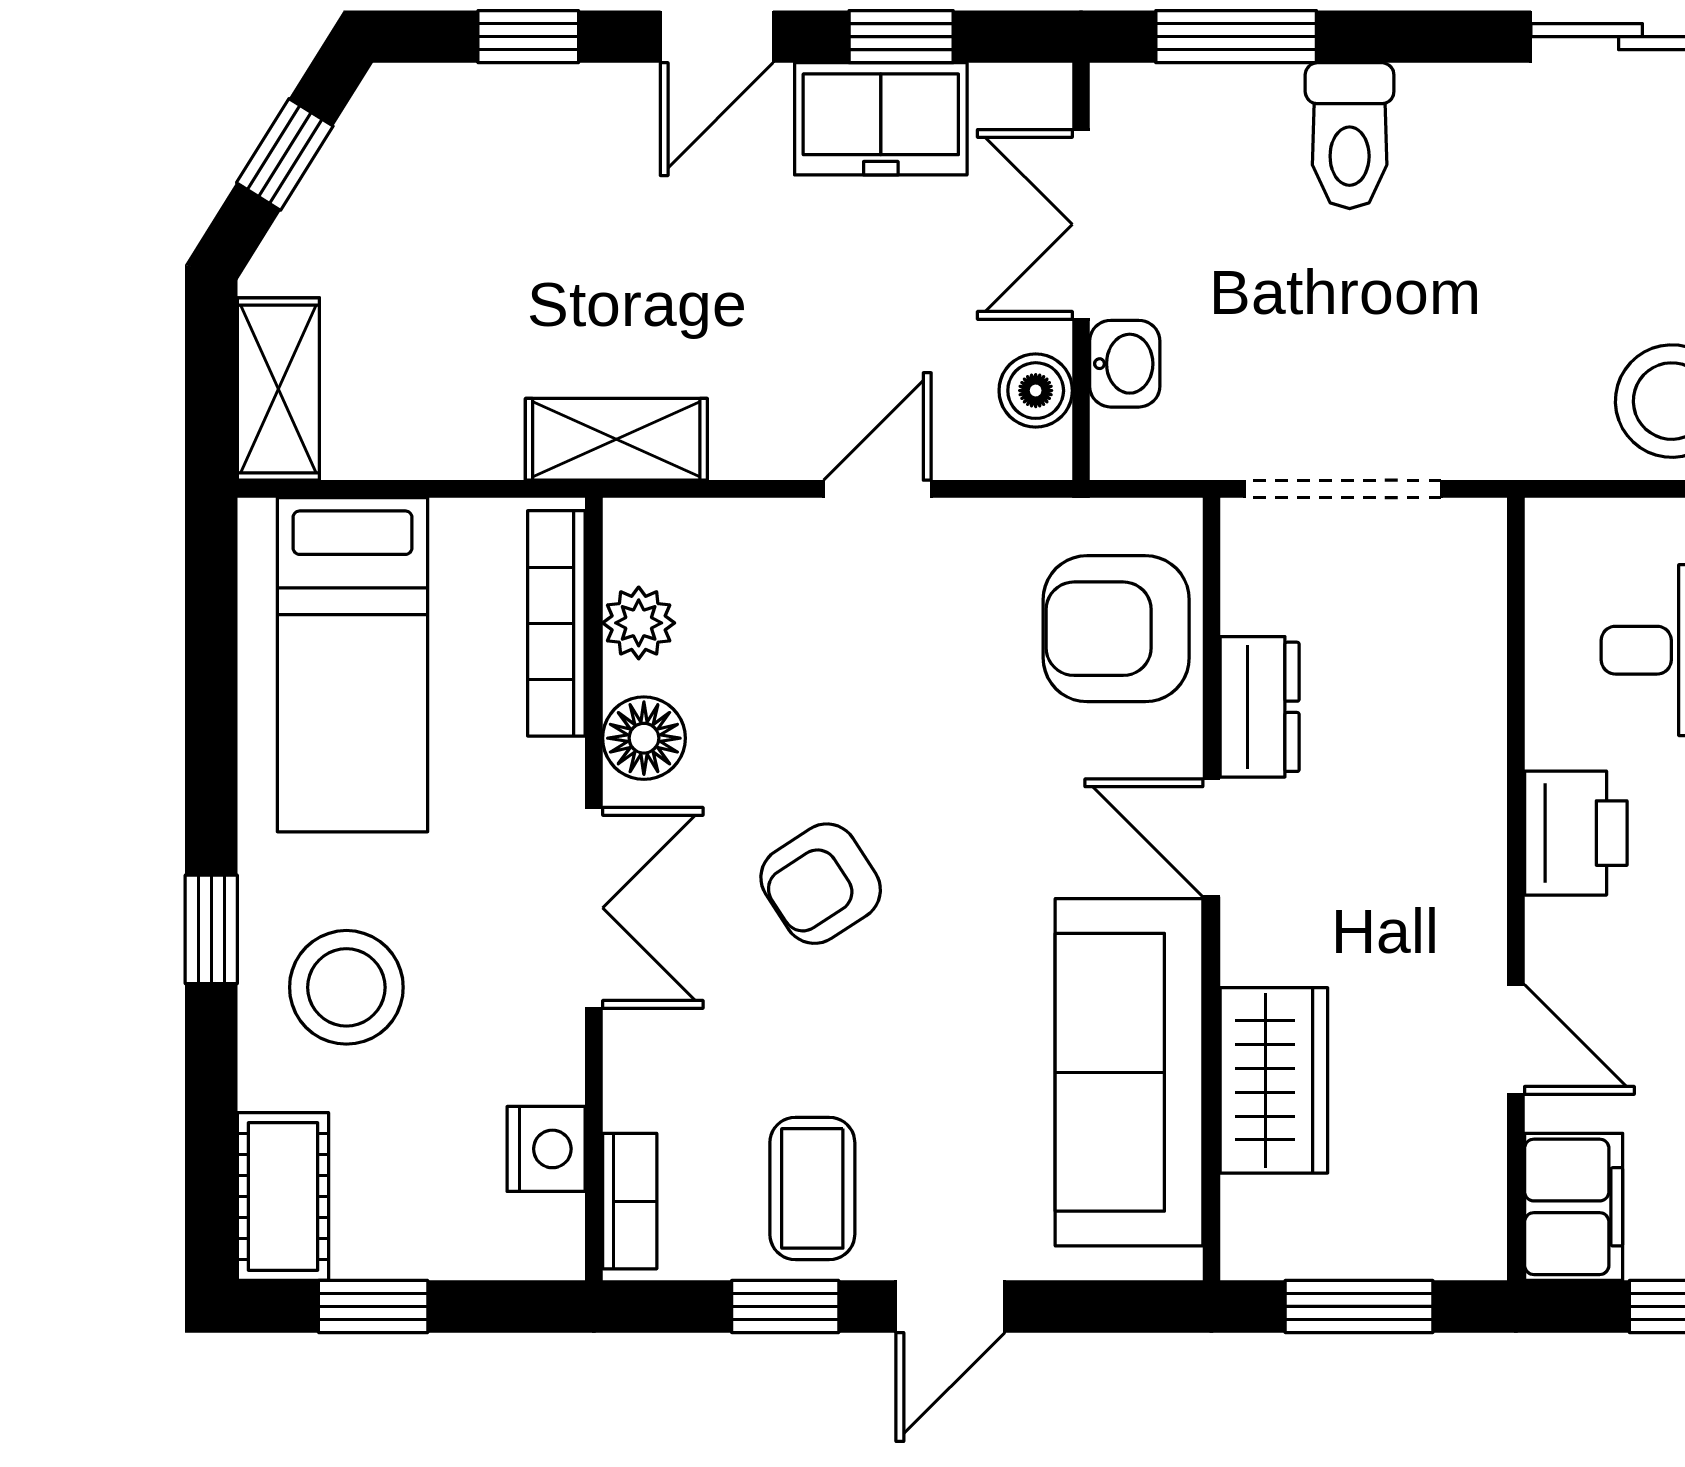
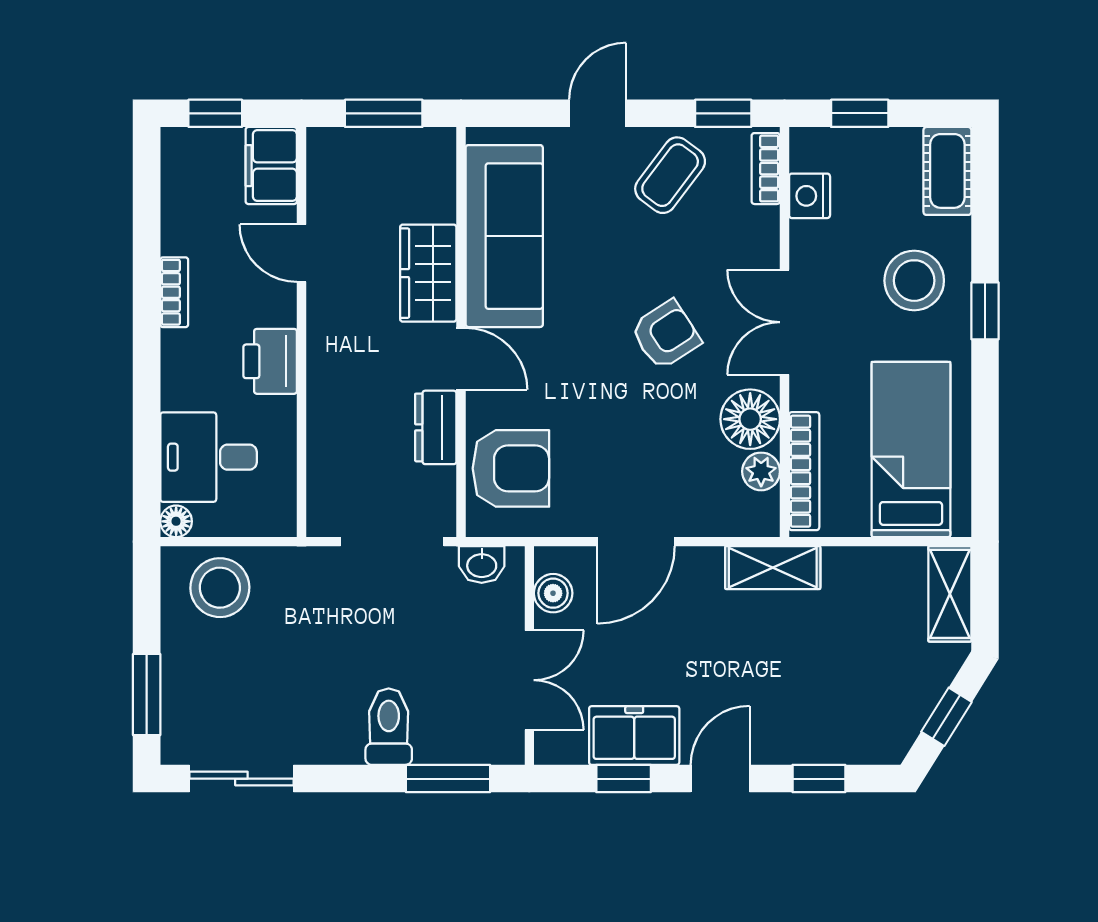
washbasin: (1125, 364) -> (482, 565), moved, turned -90
door: (877, 489) -> (636, 542), width x1.38
floor lamp: (644, 738) -> (750, 419), width x1.38, depth x1.38
wardrobe: (1274, 1080) -> (428, 273), moved
coffee table: (812, 1188) -> (670, 175), turned 37
window: (373, 1306) -> (860, 113), moved
window: (785, 1306) -> (723, 113), moved

